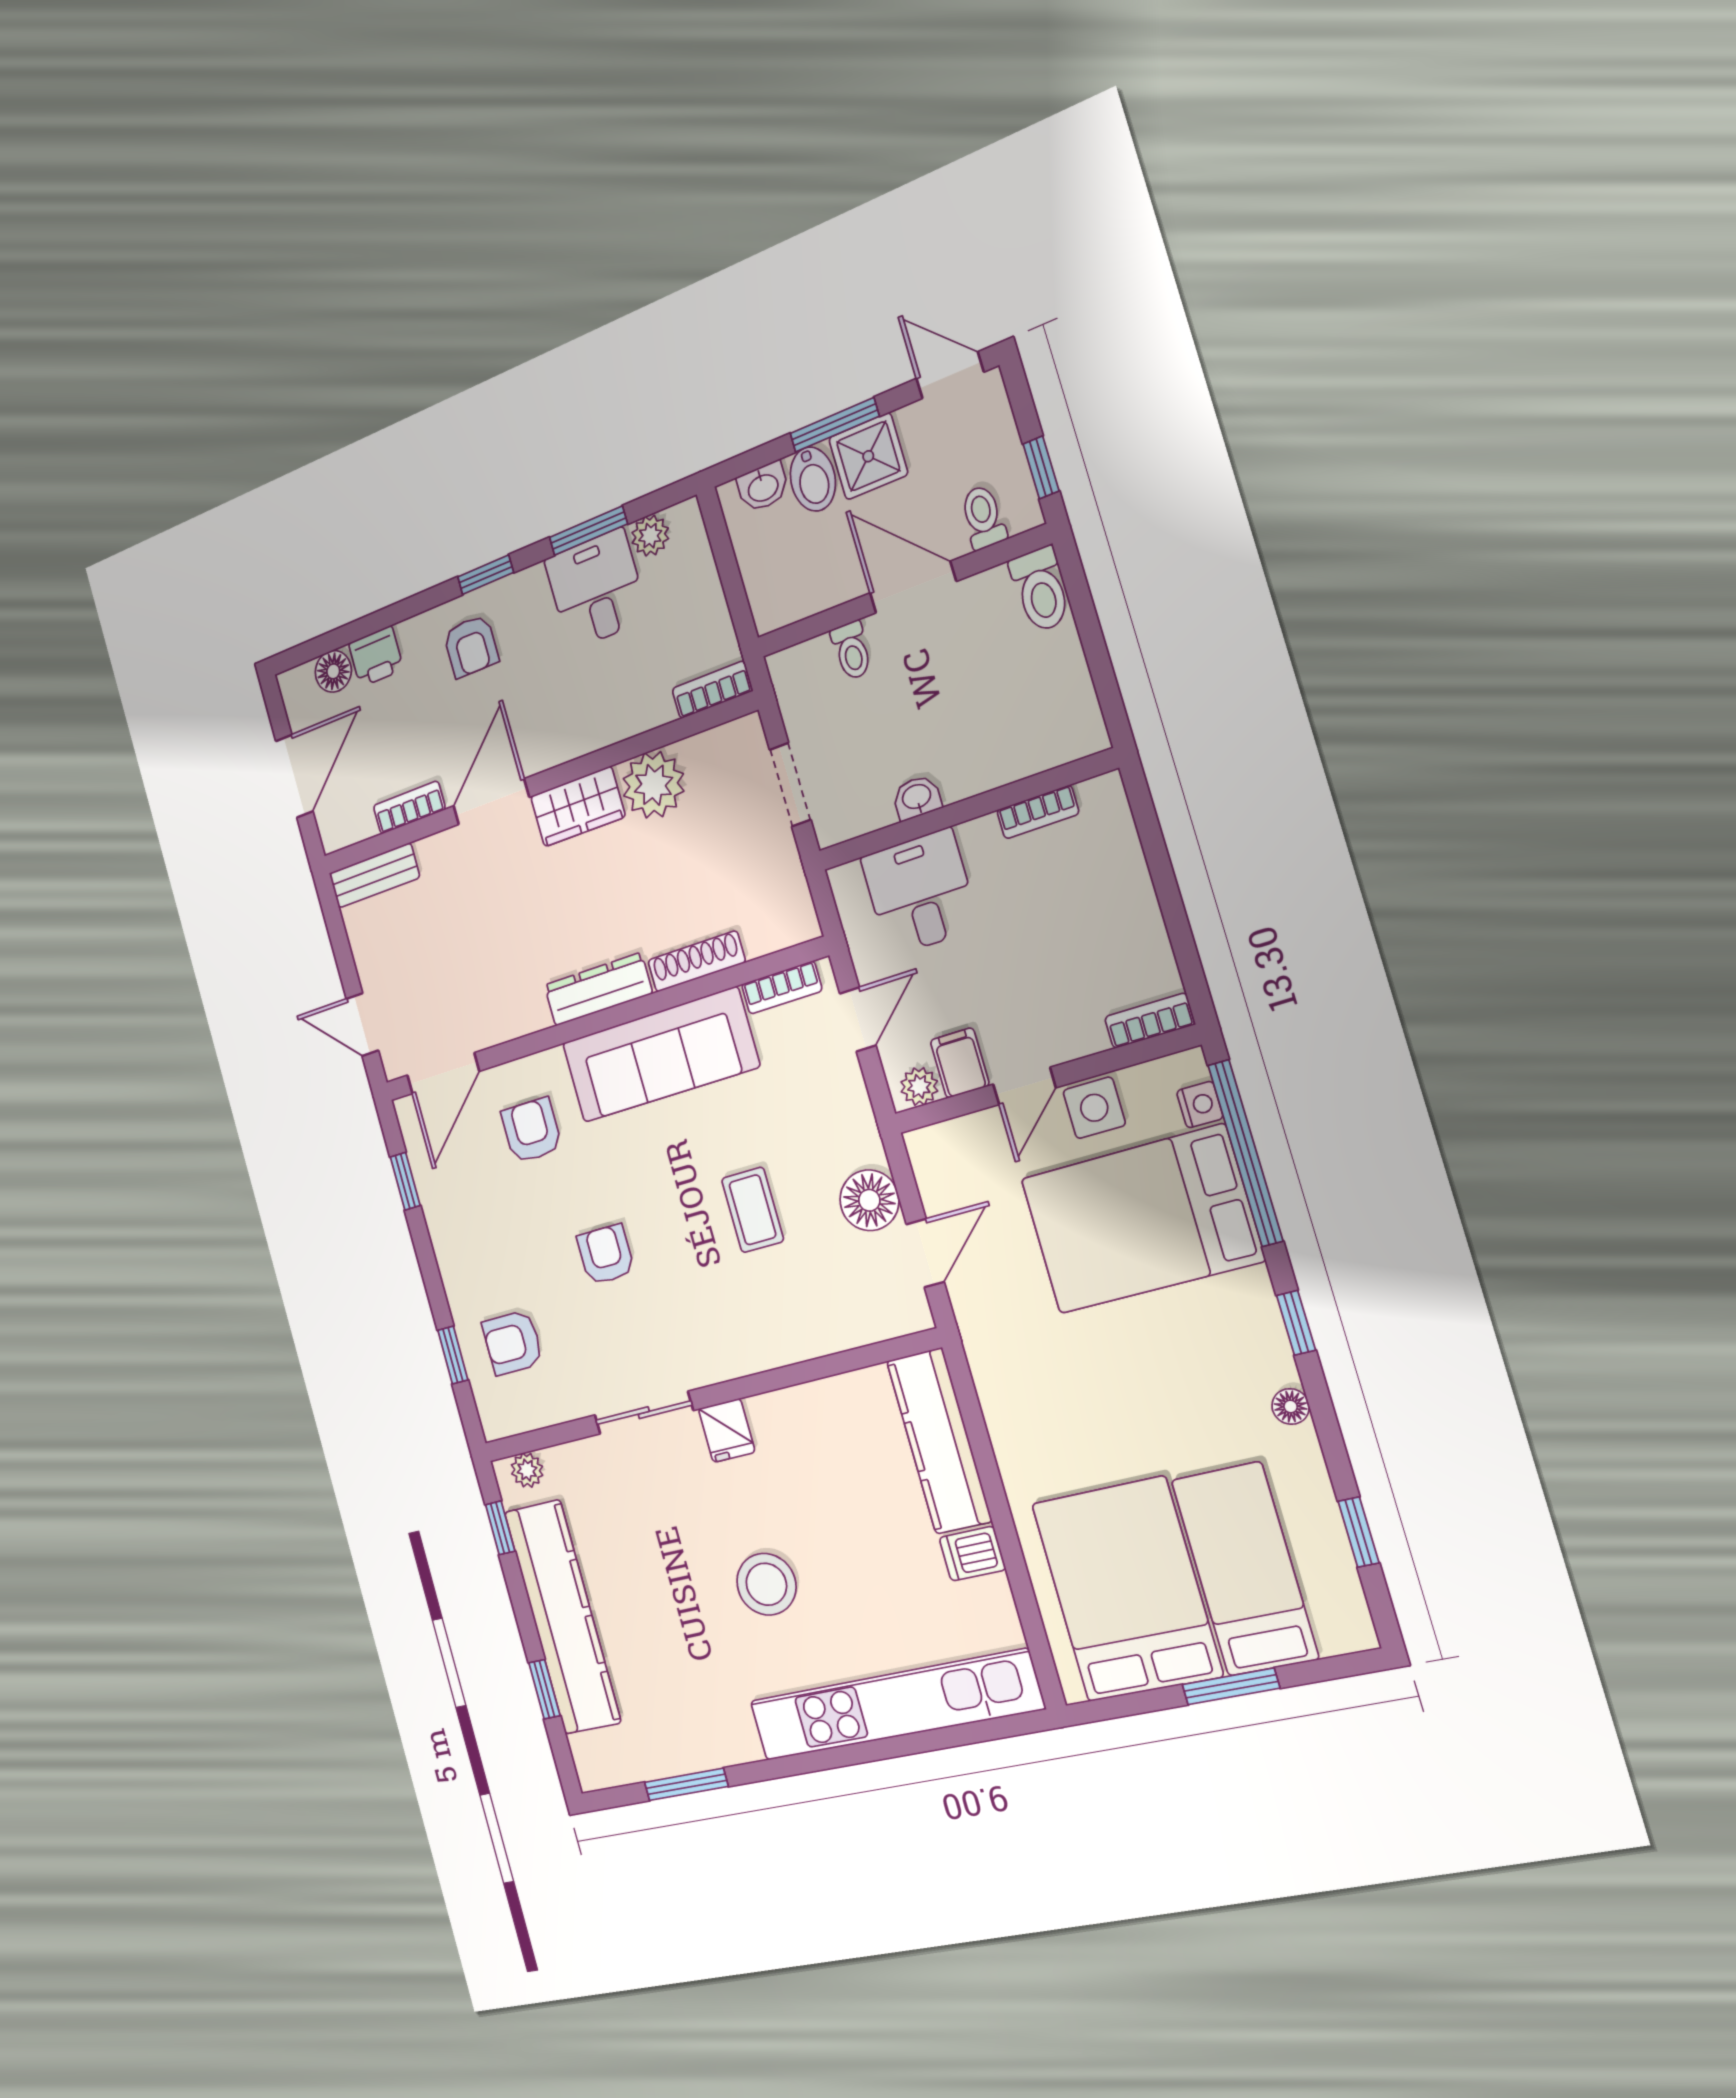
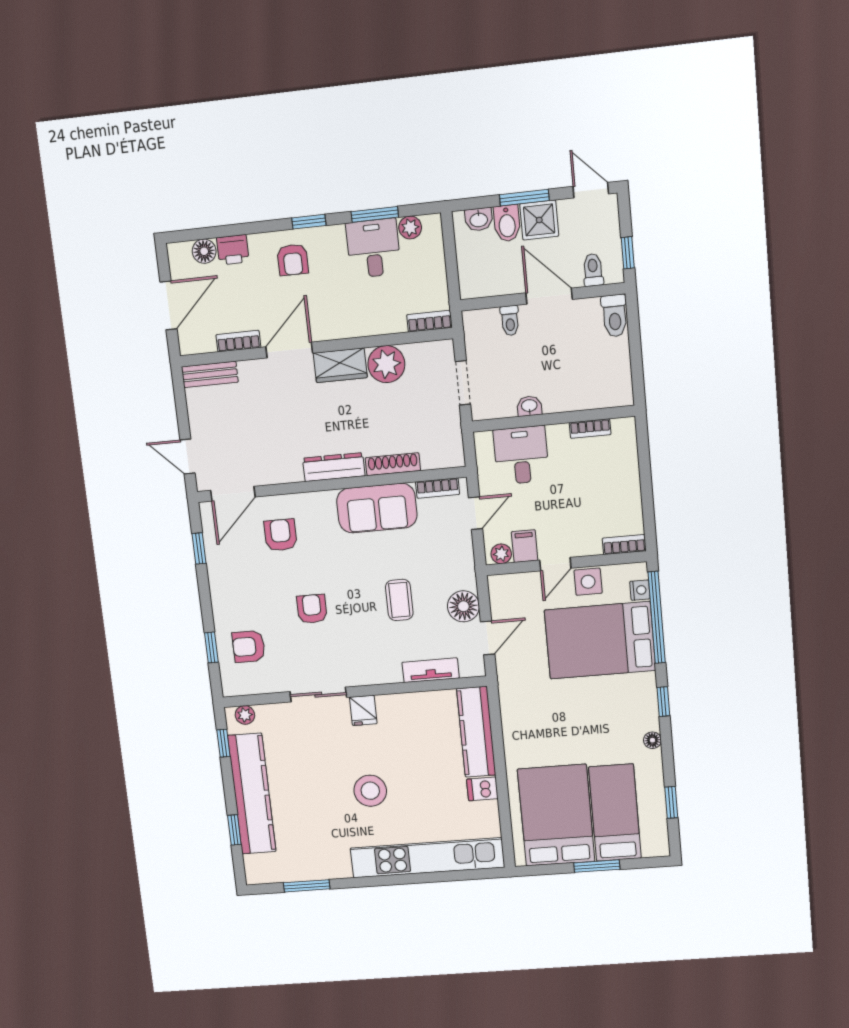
sofa: (660, 1055) -> (377, 508), width x0.73
tv unit: (833, 1334) -> (431, 670), added

